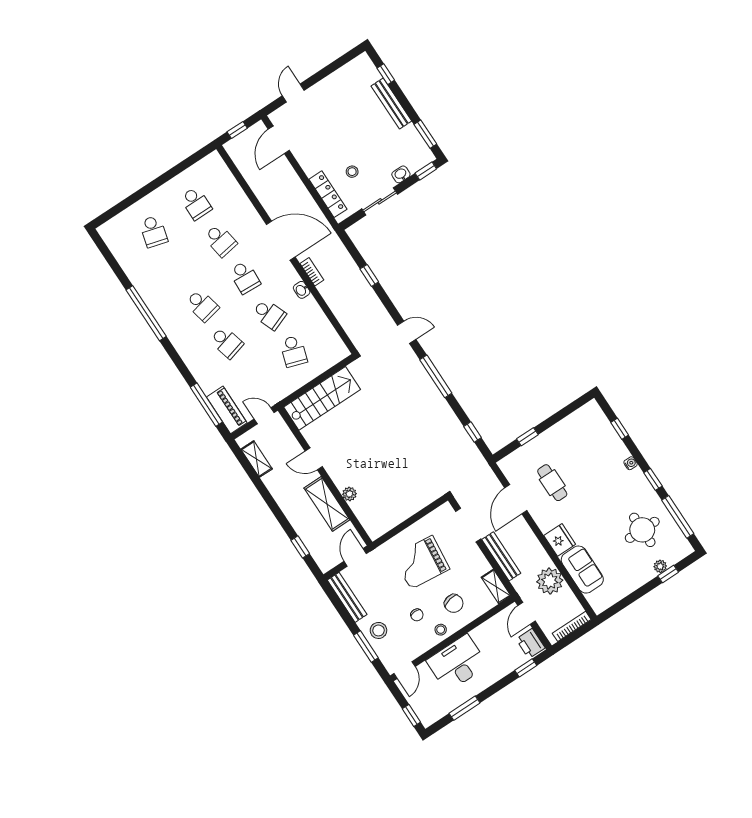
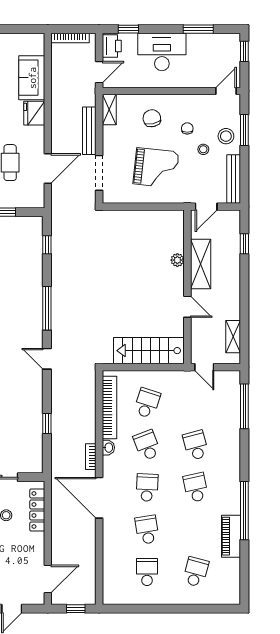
bookcase: (324, 326) -> (109, 407), added
piano: (227, 410) -> (231, 536), moved
plant: (550, 581) -> (64, 86), removed
stool: (441, 630) -> (203, 149), moved
desk: (457, 663) -> (162, 52), moved, turned 180

